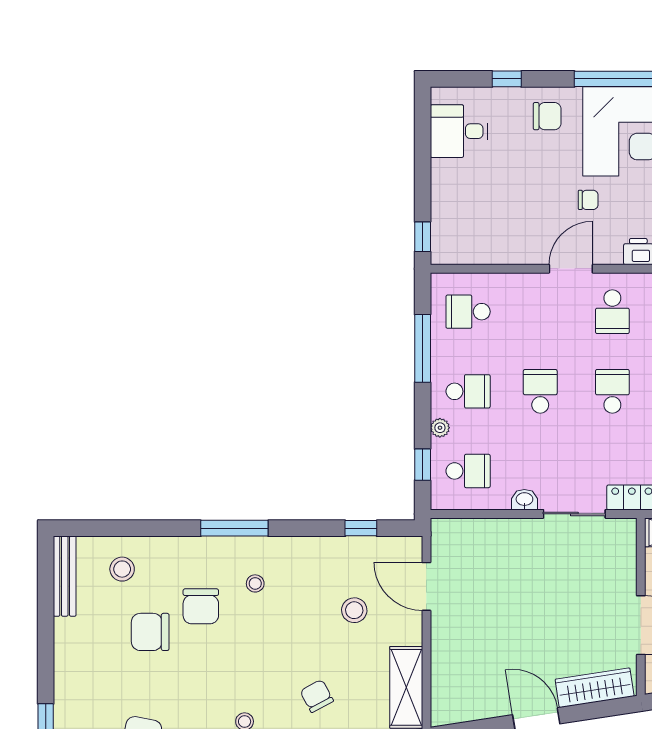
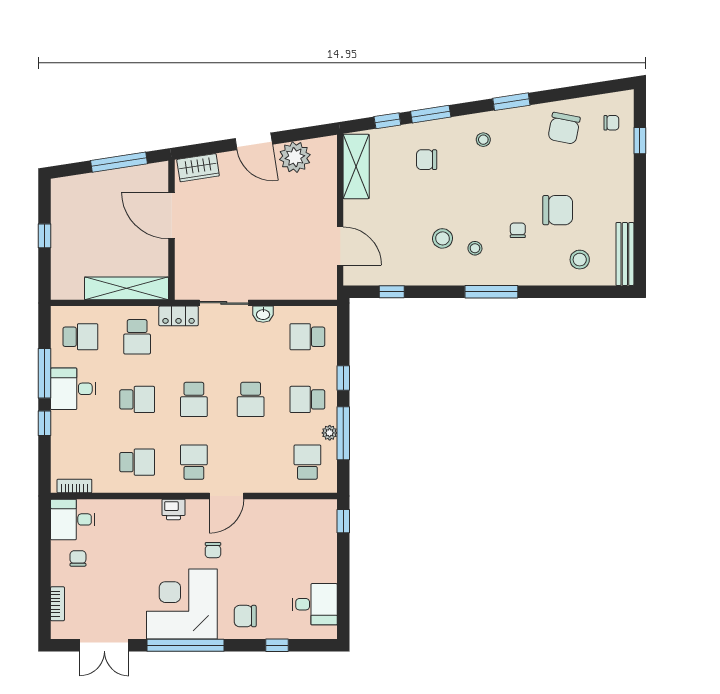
chair: (588, 200) -> (213, 550), turned -90
school desk: (468, 312) -> (307, 462), turned -90
plant: (440, 428) -> (330, 433), moved
window: (423, 465) -> (343, 378), moved
chair: (201, 606) -> (518, 230), width x0.54, depth x0.54
stool: (354, 610) -> (442, 238), moved
wardrobe: (595, 688) -> (198, 168), width x0.67
chair: (317, 696) -> (427, 160), turned 118
plant: (484, 699) -> (295, 157), added

